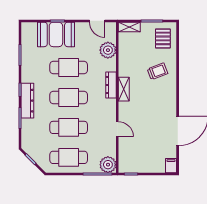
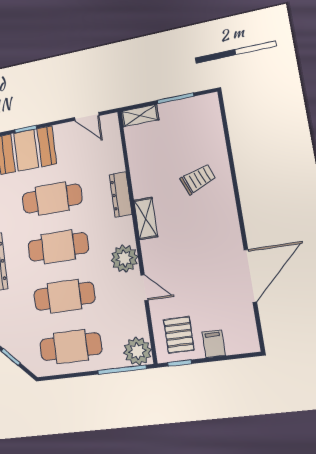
pallet: (163, 38) -> (179, 335), moved
plant: (108, 50) -> (124, 259), moved
dresser: (111, 85) -> (121, 194), moved
filing cabinet: (171, 166) -> (214, 344), moved

